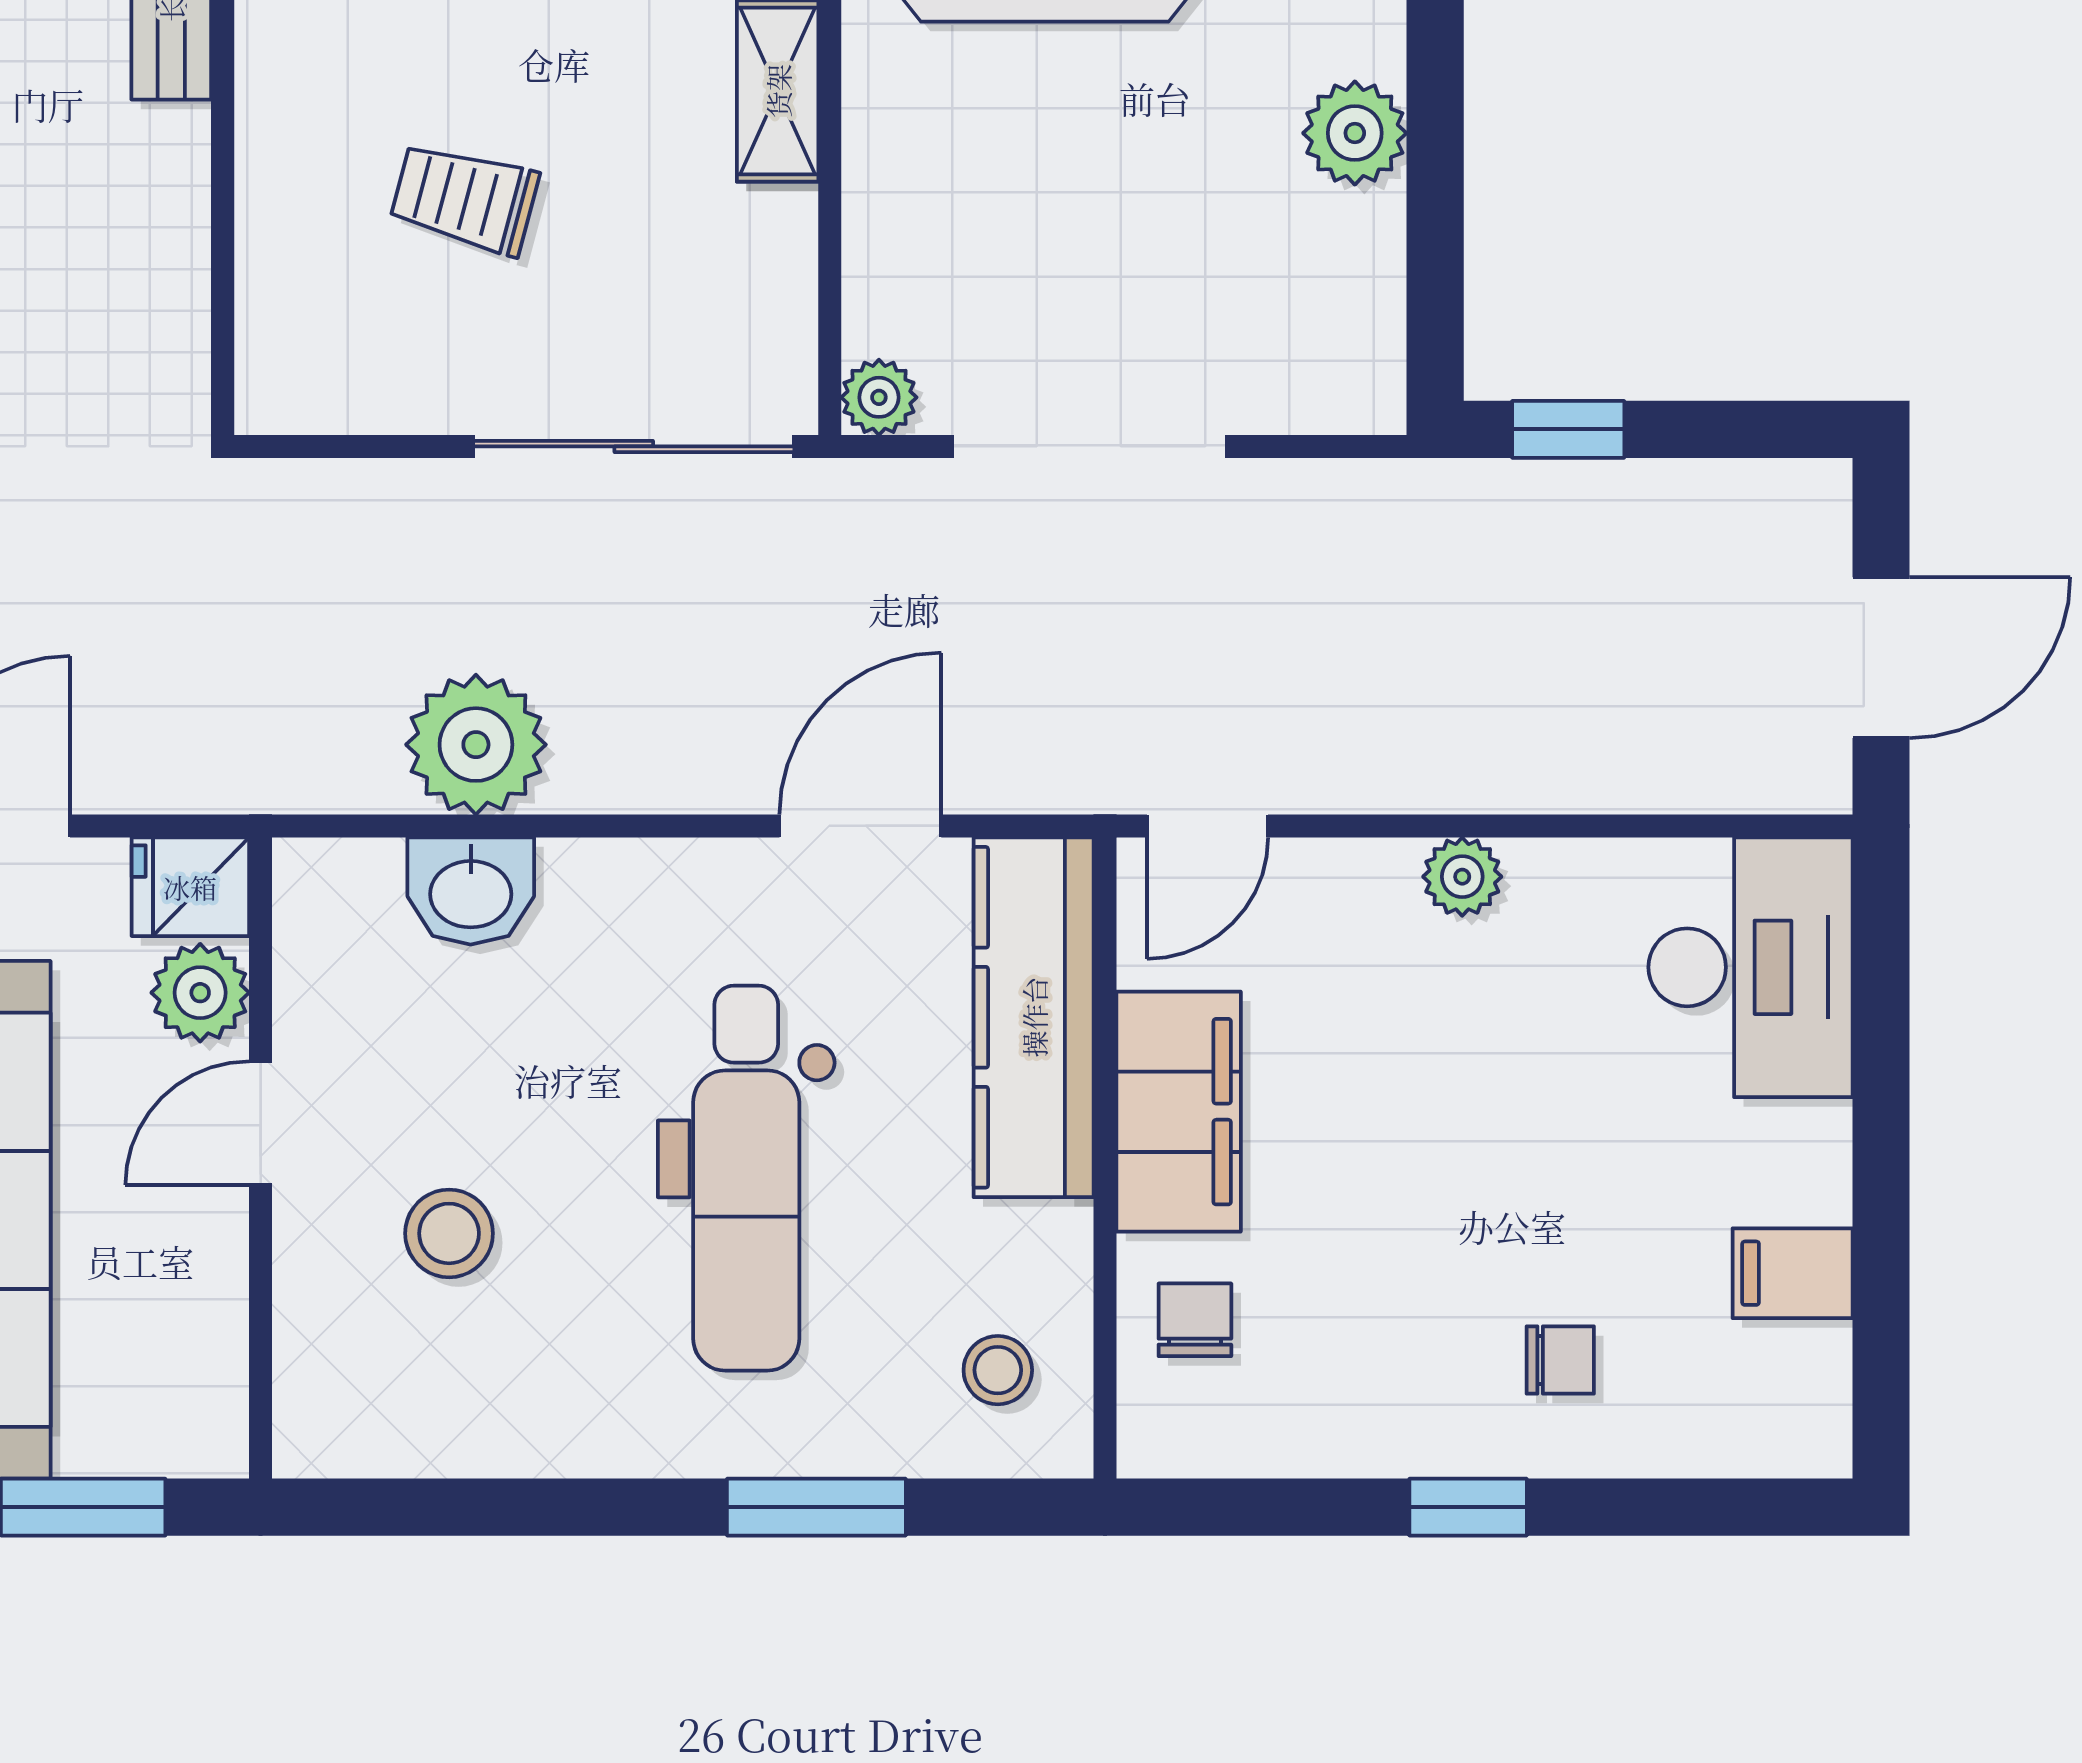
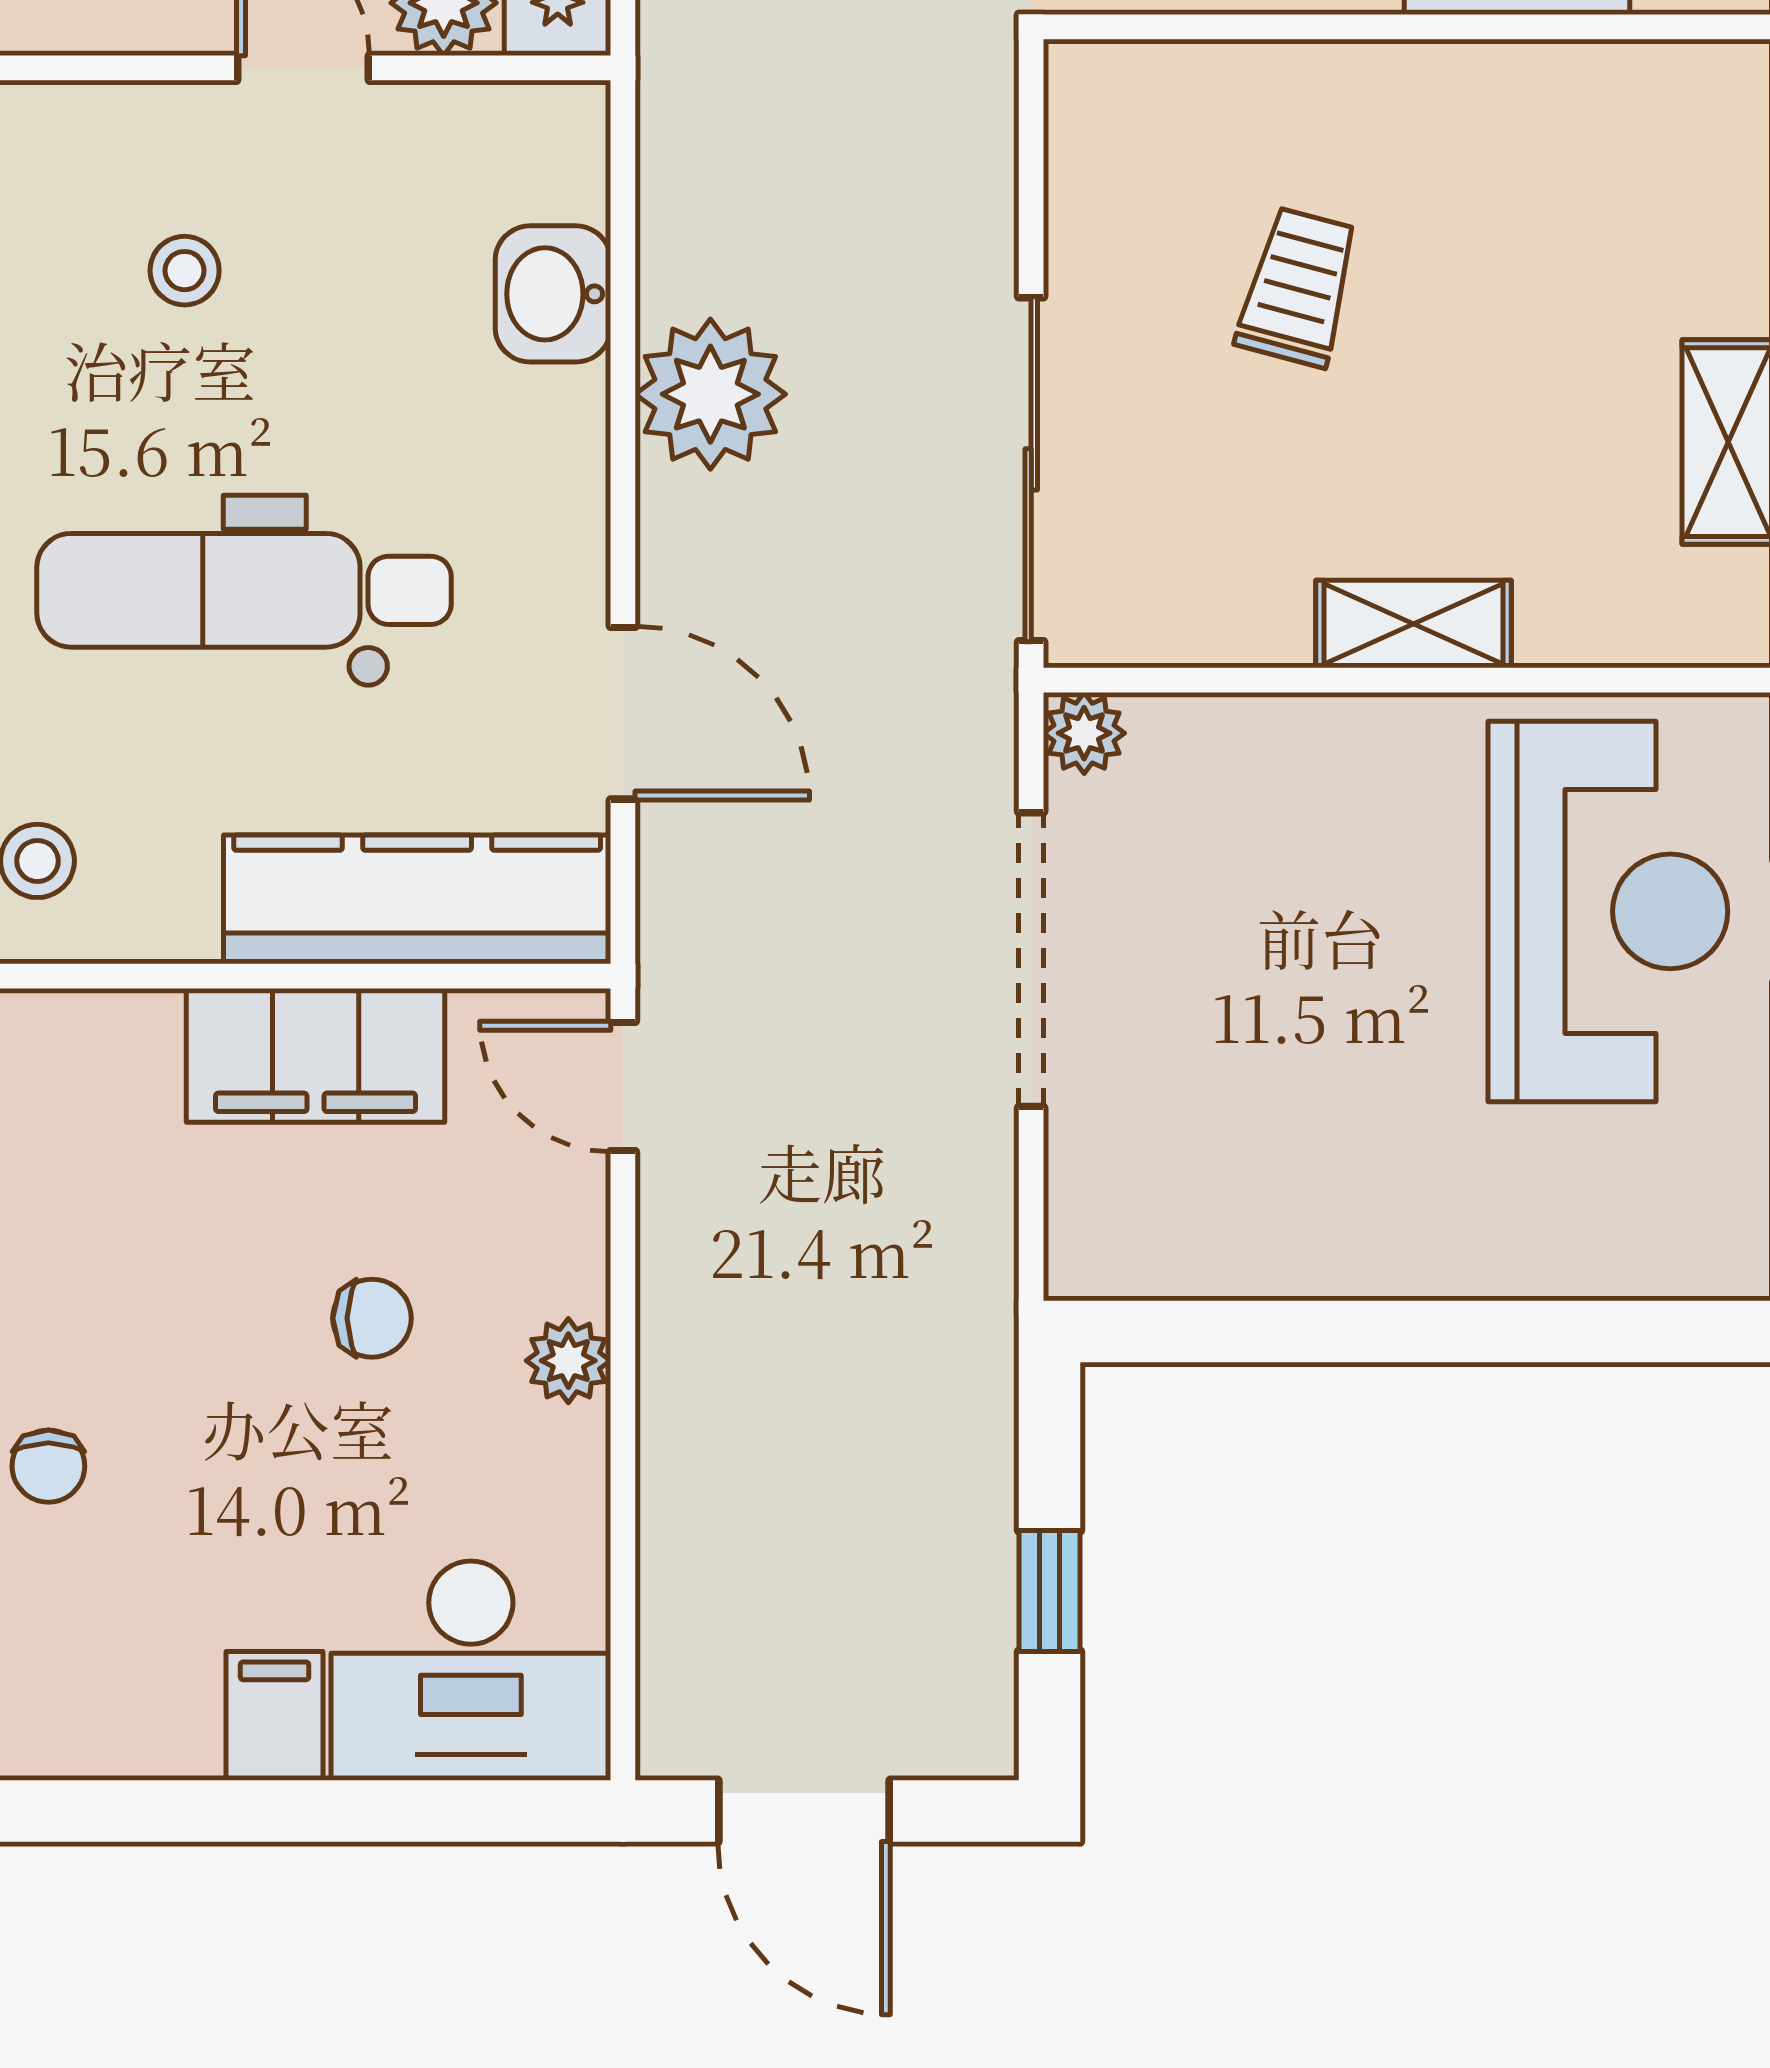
plant: (1355, 133) -> (1368, 1245), removed
window: (1568, 429) -> (1050, 1591), moved
plant: (476, 745) -> (710, 394), moved
stool: (449, 1233) -> (185, 271), width x0.73, depth x0.73
filing cabinet: (1793, 1273) -> (275, 1716), moved
chair: (1195, 1320) -> (372, 1318), moved

